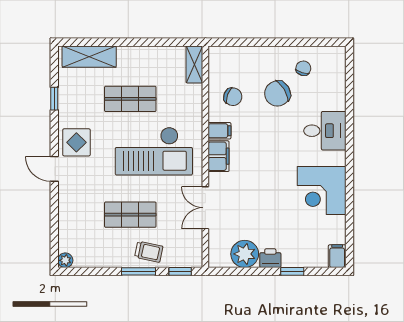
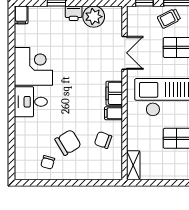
desk: (325, 131) -> (31, 102), moved
trolley: (149, 252) -> (169, 18), turned -39

